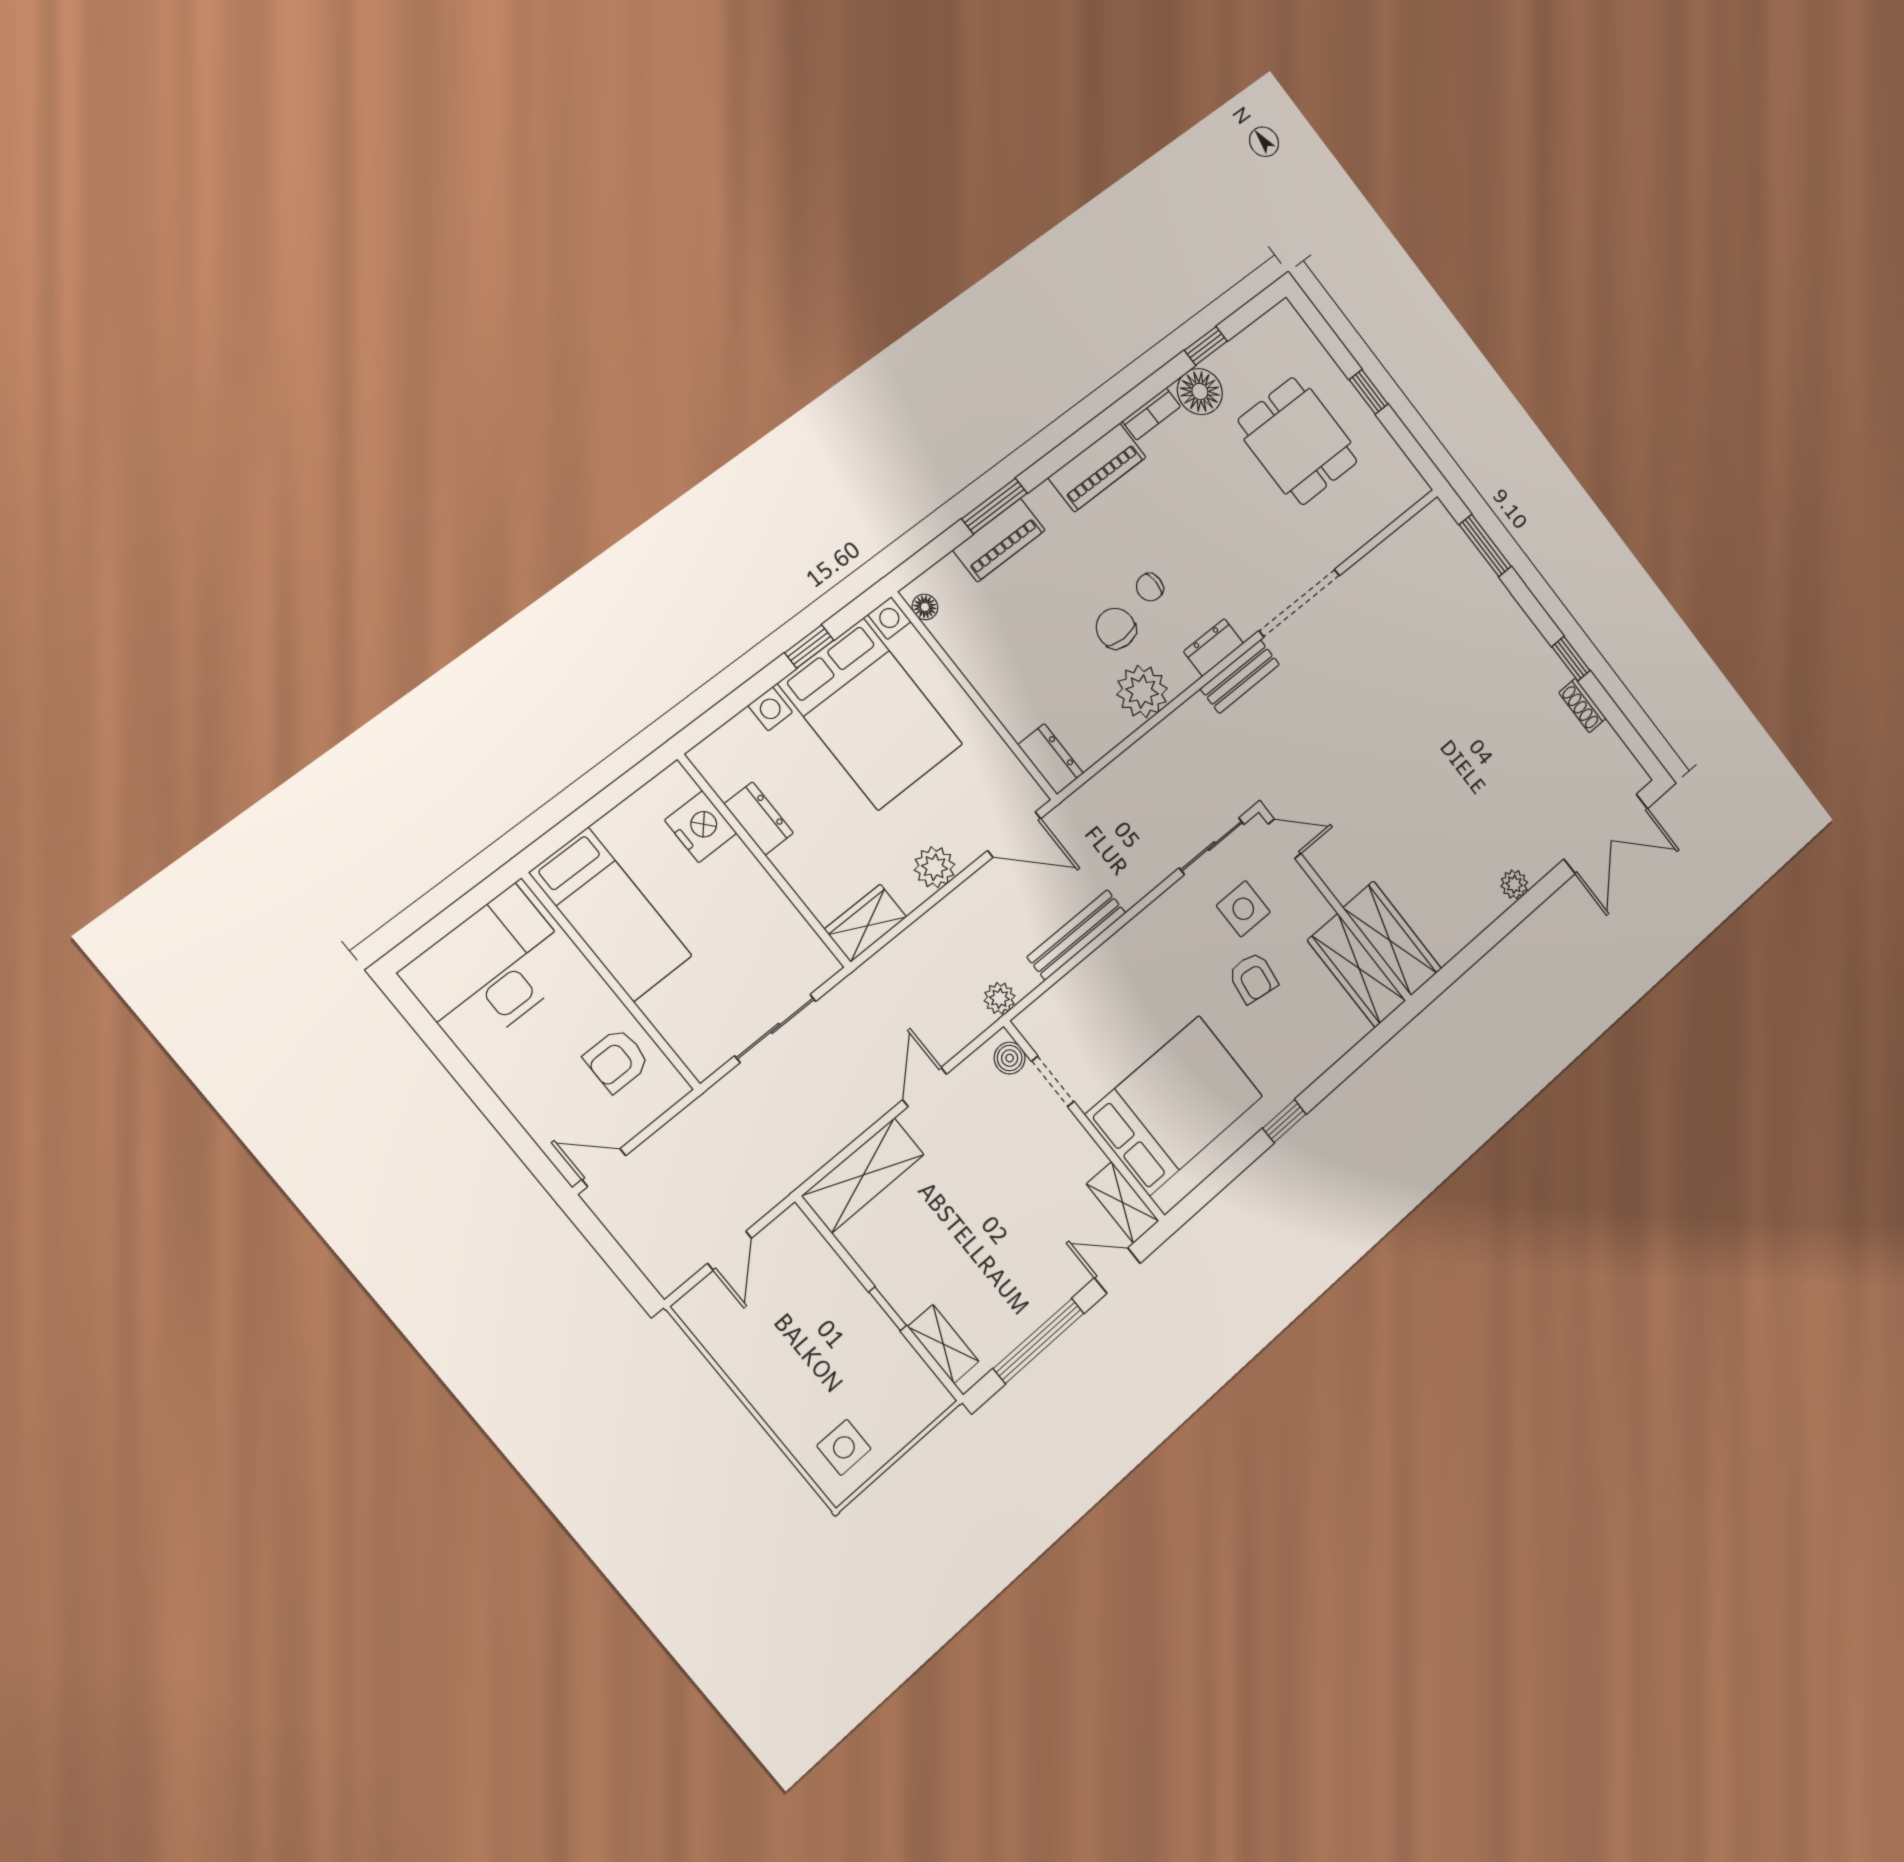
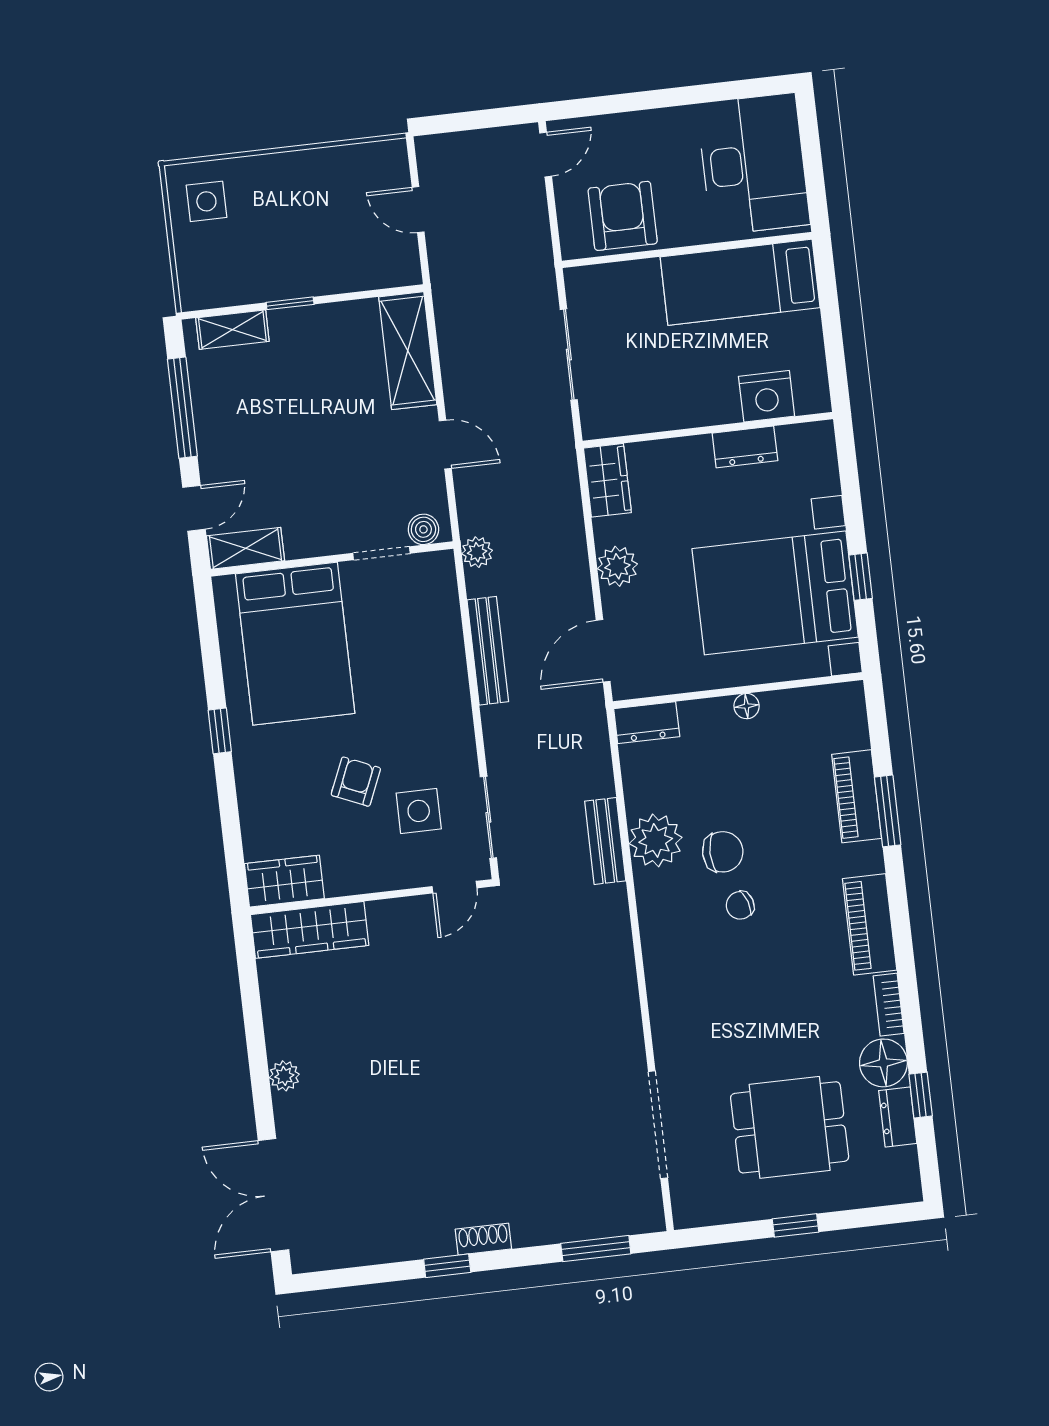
chair: (1150, 587) -> (740, 905), turned -108
doorway: (1299, 603) -> (658, 1125), moved
floor lamp: (925, 607) -> (747, 706), moved
dresser: (1214, 648) -> (898, 1117), moved, turned 180
bench: (1240, 677) -> (605, 841), moved
shoe rack: (1582, 705) -> (483, 1239), moved
wardrobe: (1357, 971) -> (284, 881), width x0.67
armchair: (1253, 978) -> (356, 782), turned 105
armchair: (617, 1060) -> (623, 216), width x1.38, depth x1.38

